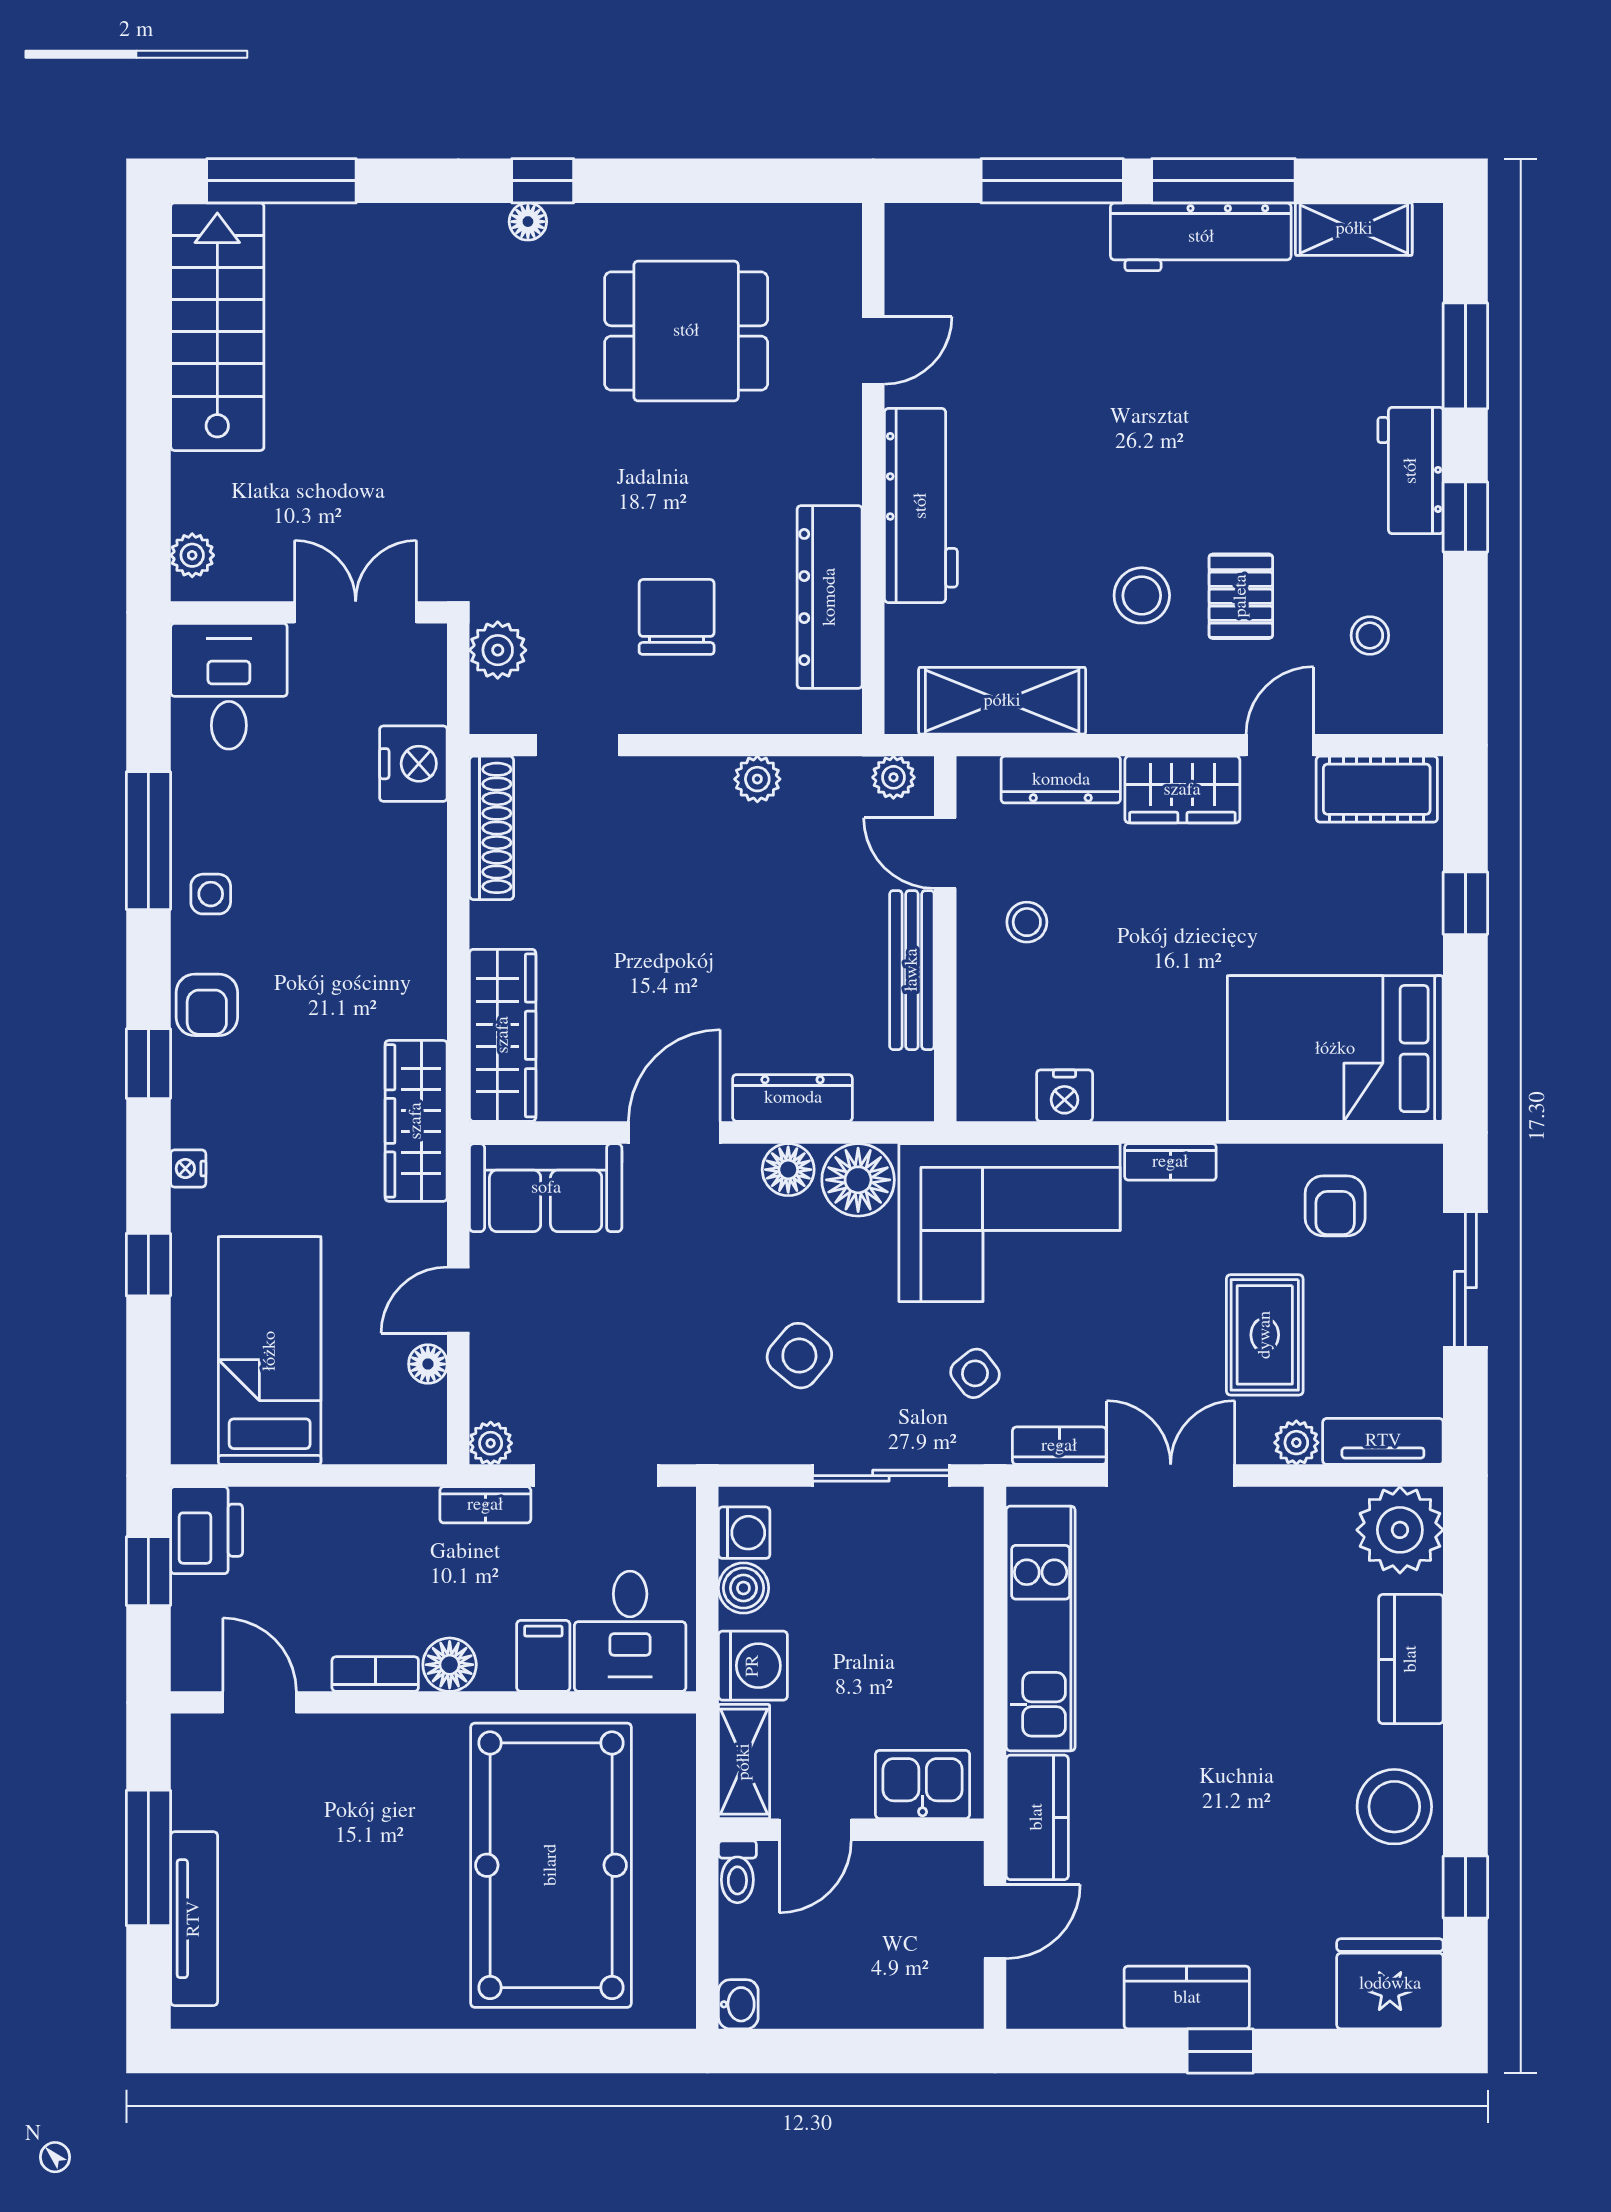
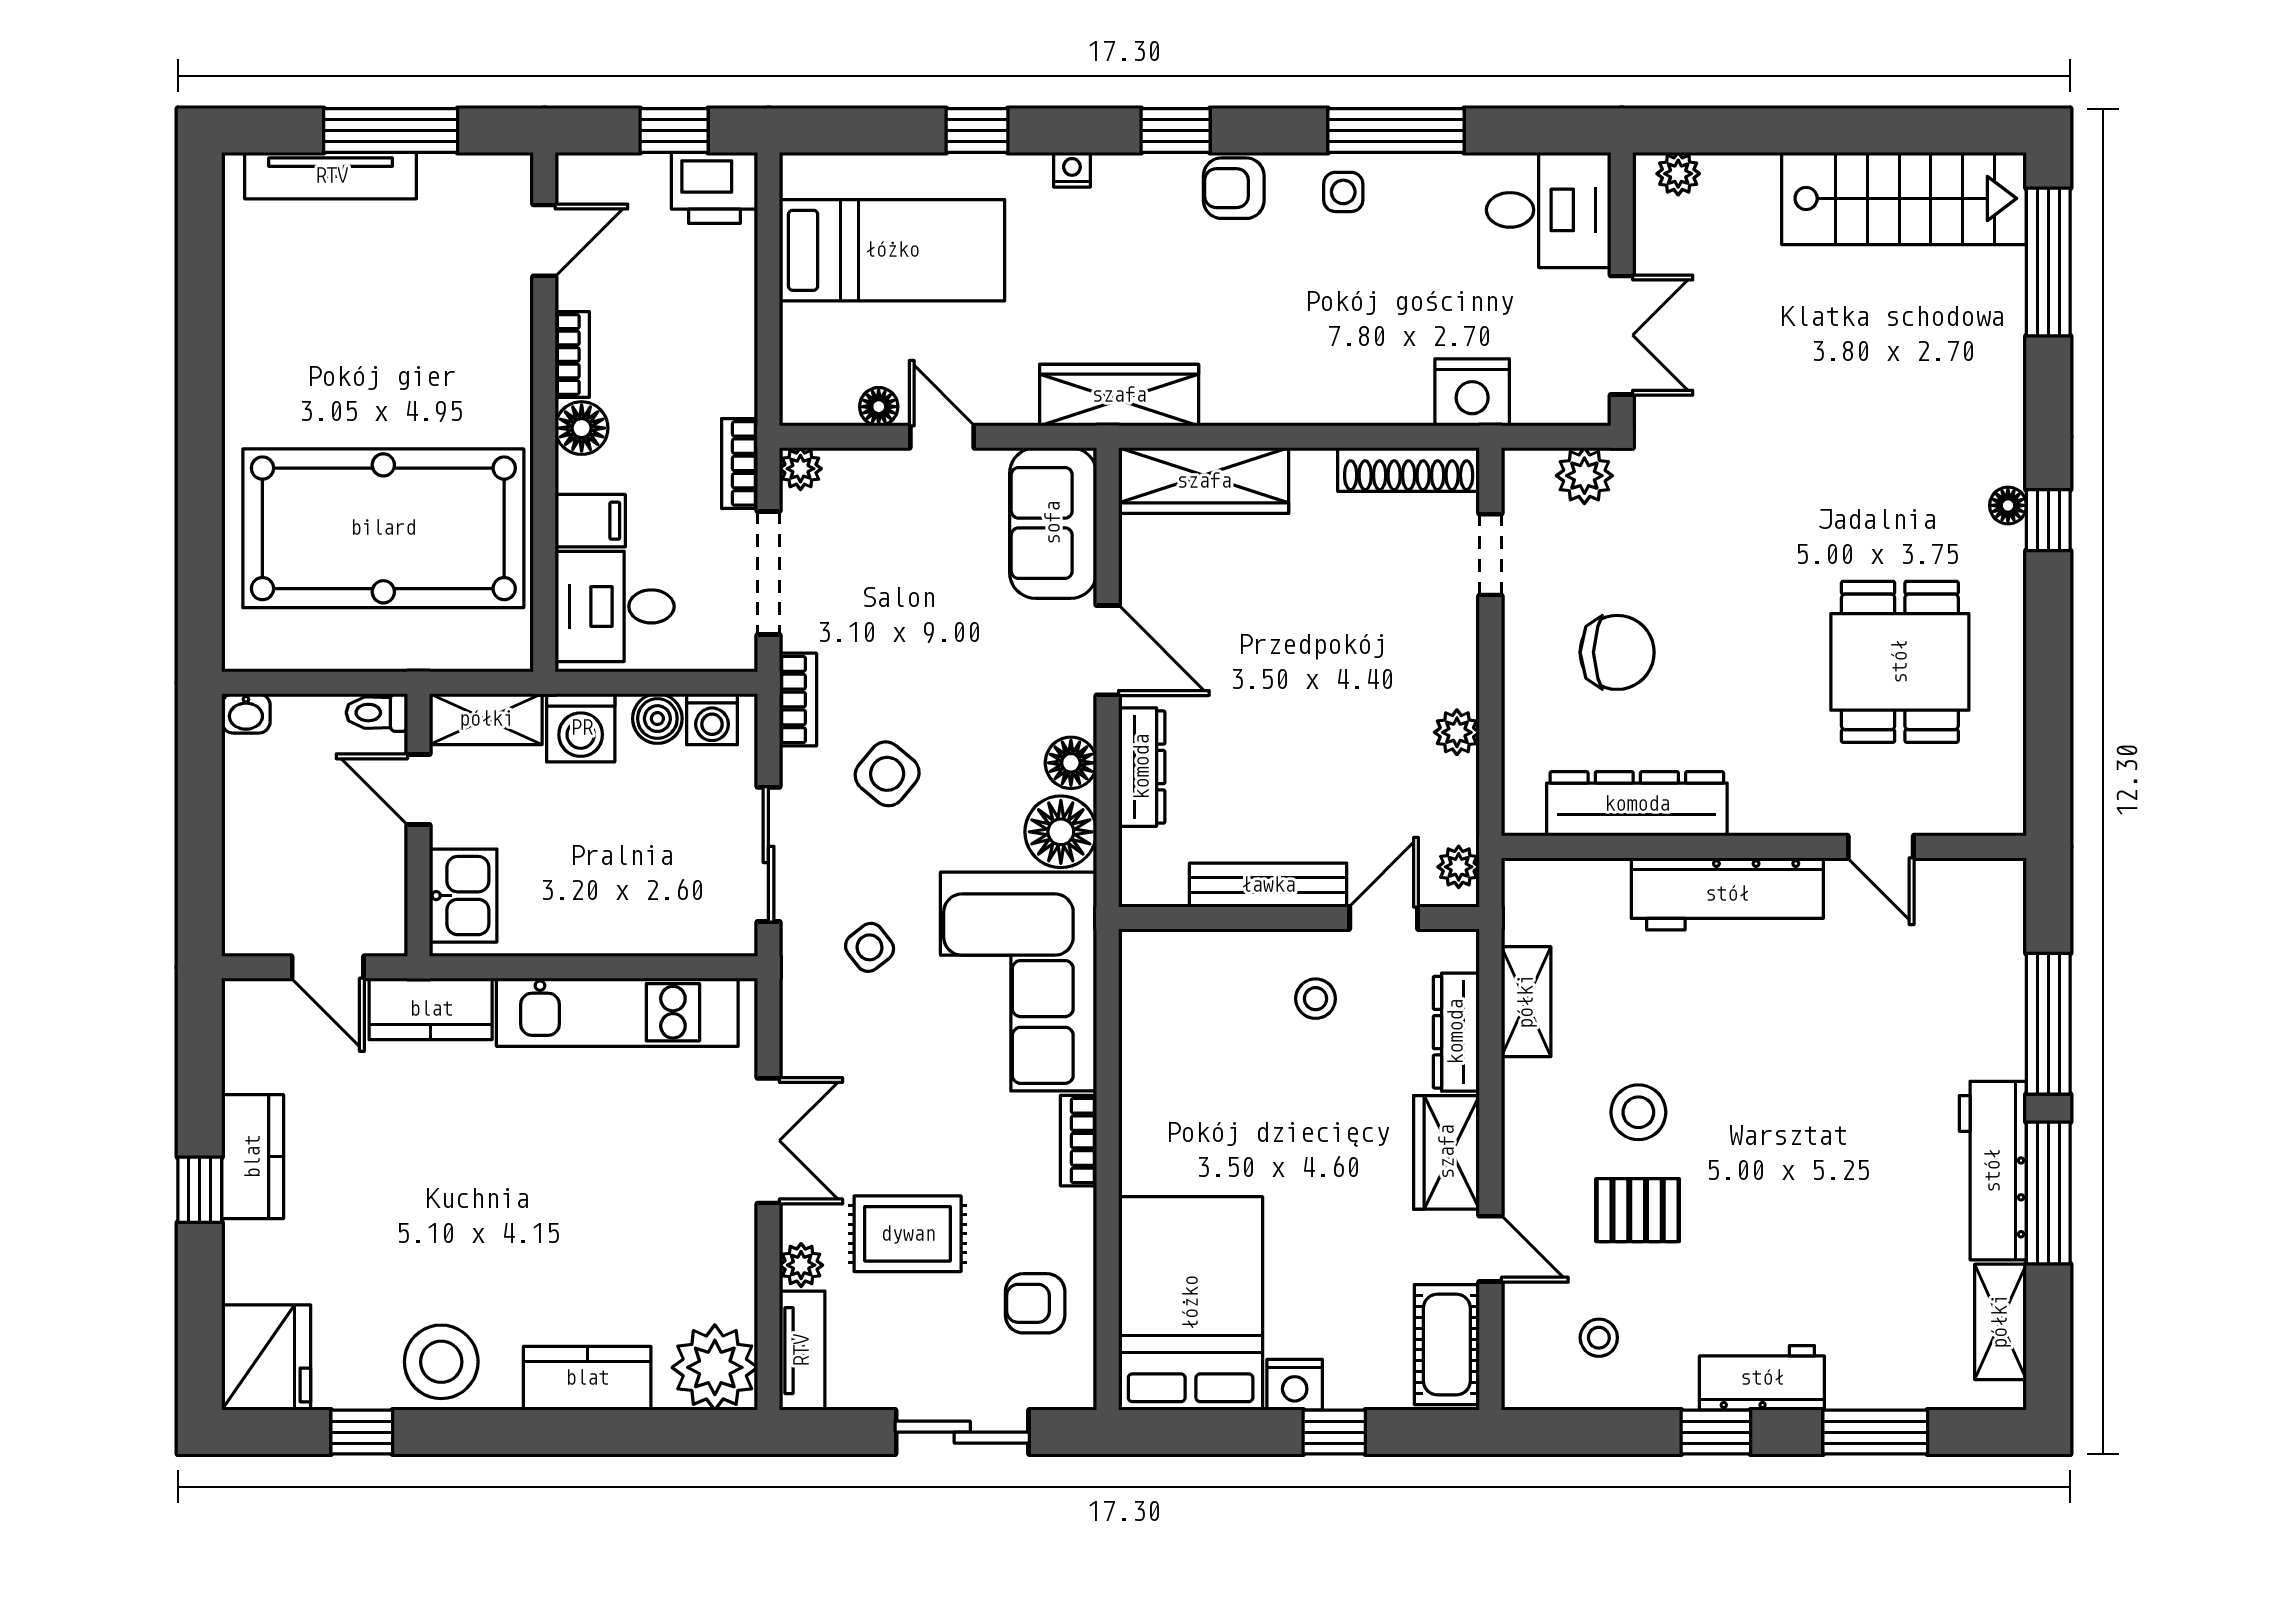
shelving: (1002, 701) -> (1526, 1002), width x0.67, depth x0.75
nightstand: (1065, 1096) -> (1295, 1385), moved, turned -90
bookcase: (1059, 1446) -> (798, 700), moved

